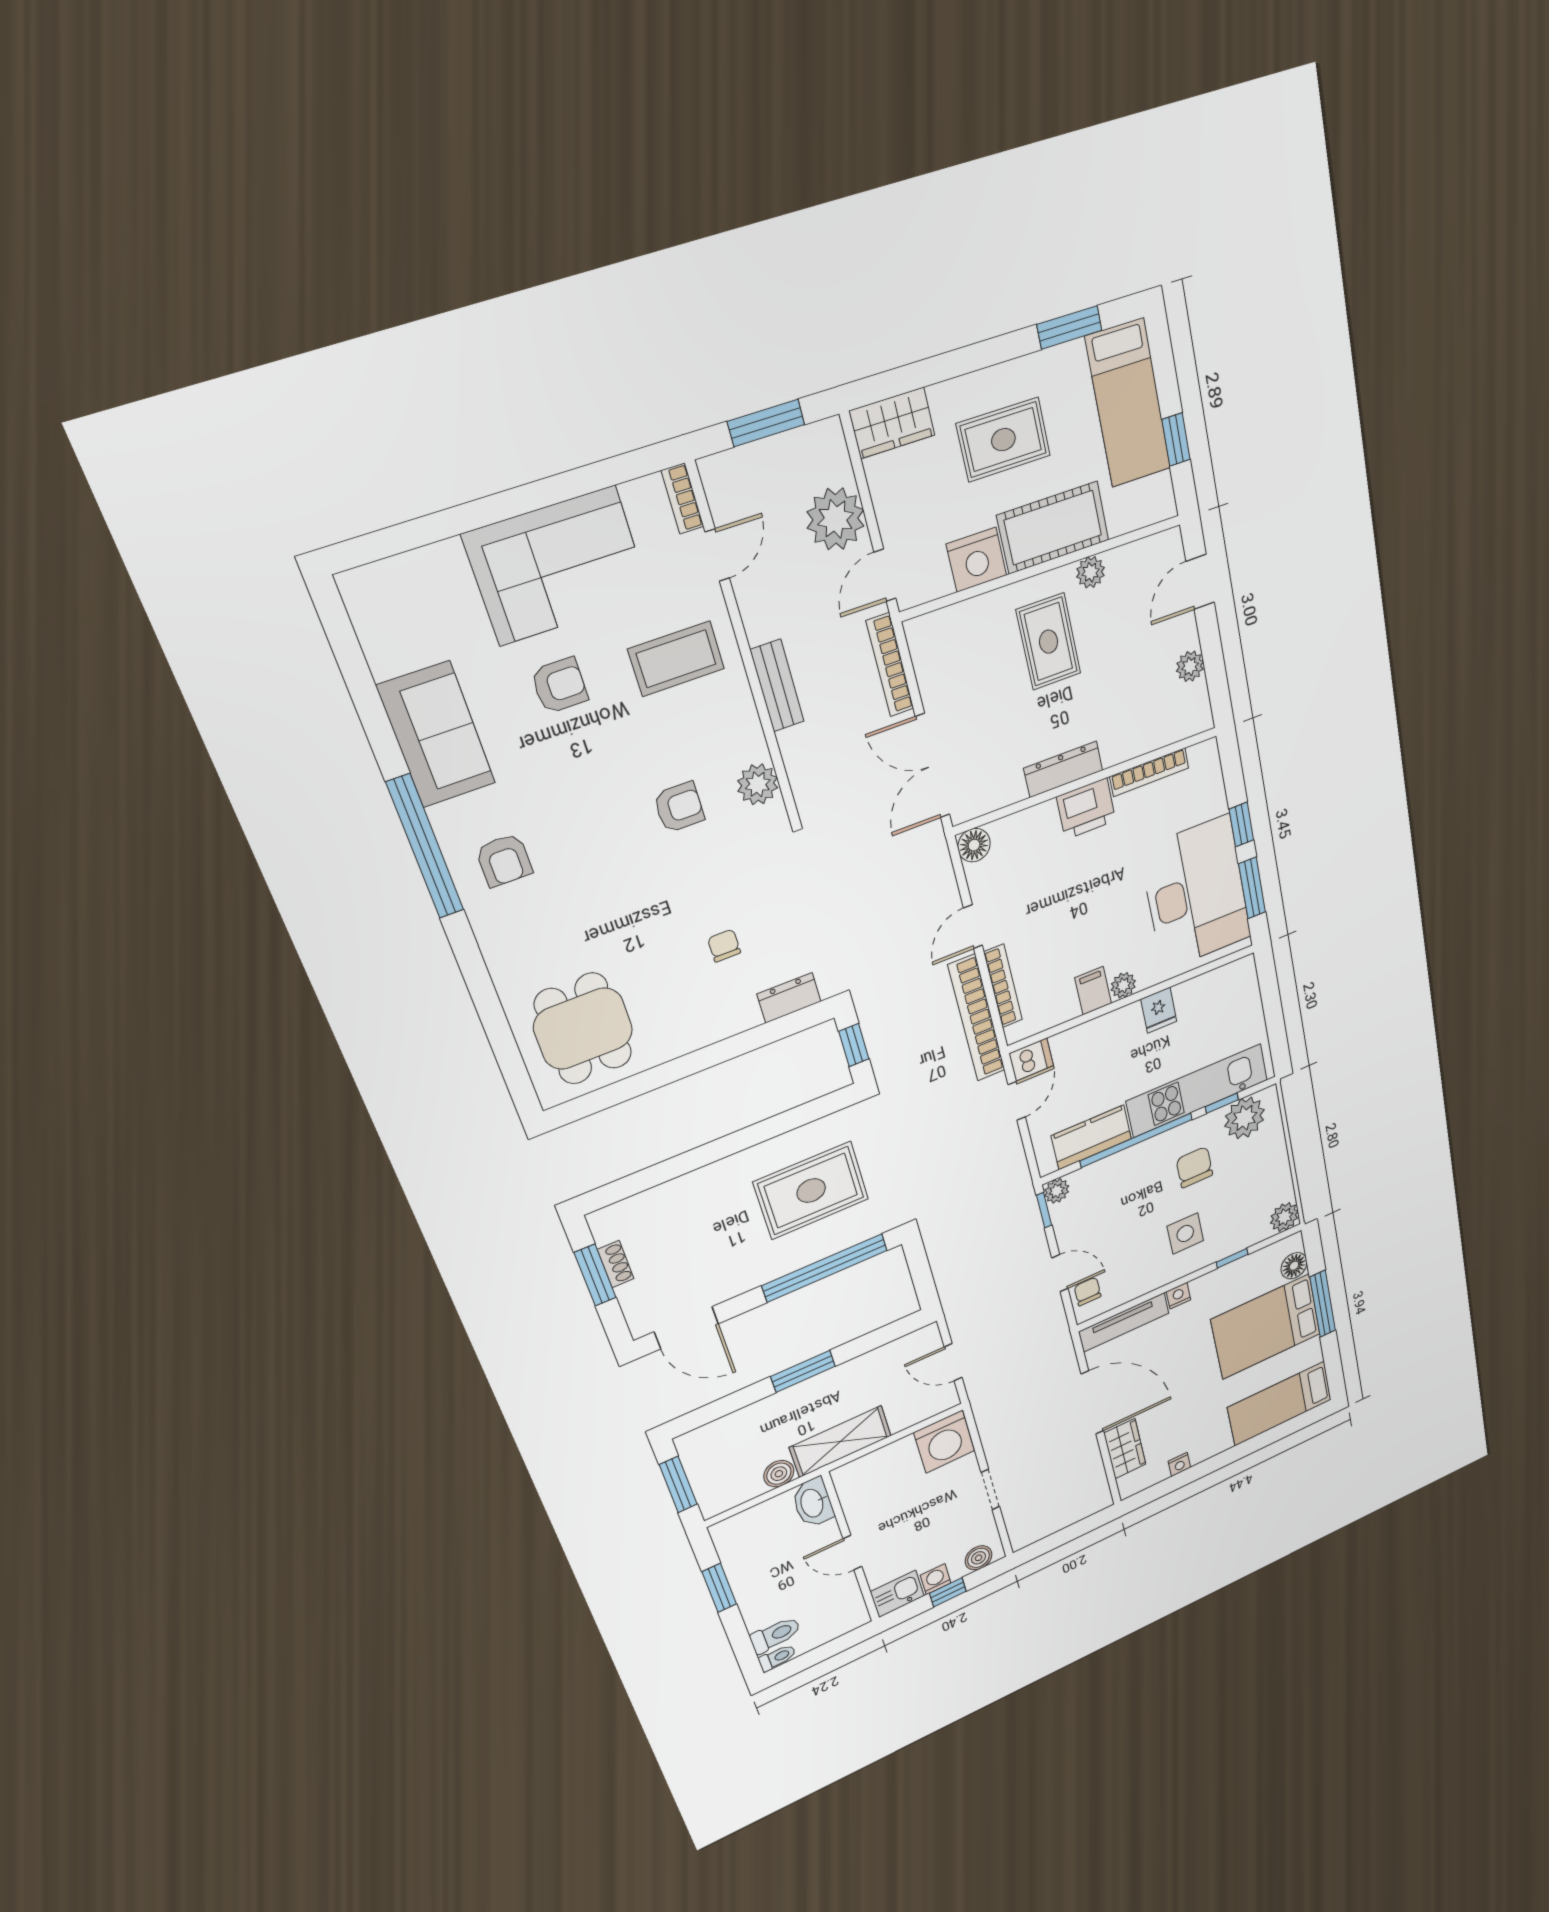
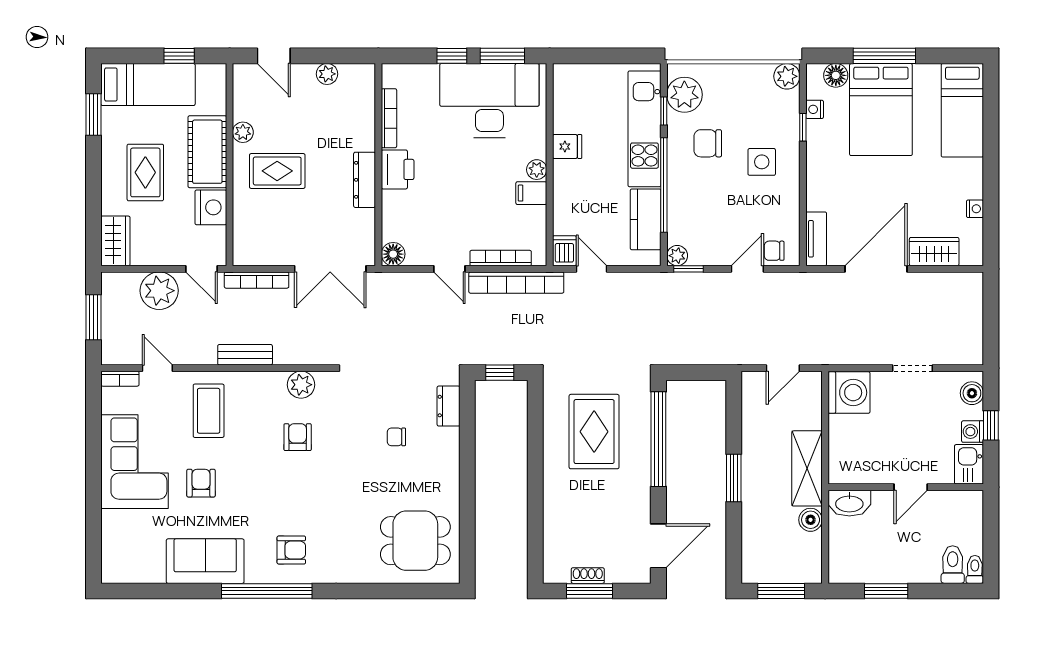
nightstand: (1178, 1296) -> (815, 109), moved
tv unit: (1124, 1322) -> (816, 239), width x0.71

